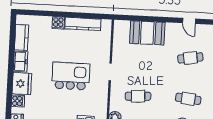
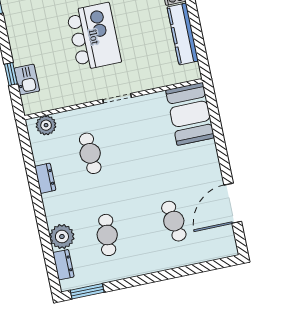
door: (189, 21) -> (233, 203), width x1.87
booth: (147, 33) -> (190, 114), moved

